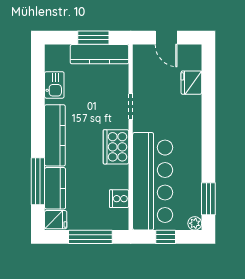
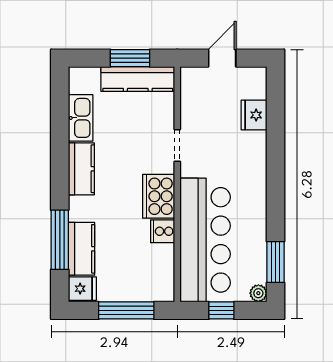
door: (166, 38) -> (222, 58), swing flipped
kitchen sink: (54, 85) -> (81, 118), width x1.38
kitchen counter: (55, 135) -> (81, 169), width x0.67
cooker: (119, 199) -> (163, 231), moved

